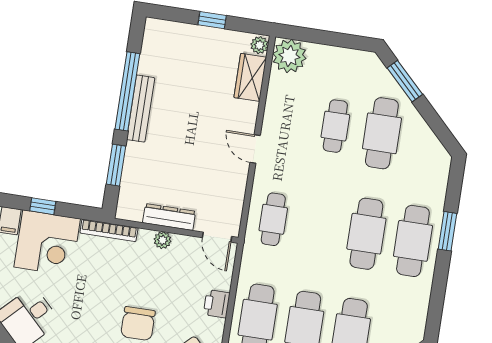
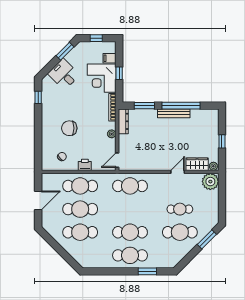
door: (255, 149) -> (178, 172), moved
dresser: (169, 217) -> (123, 121), moved
cafe table: (273, 219) -> (130, 186), width x1.37, depth x1.35
window: (447, 231) -> (147, 271), moved

